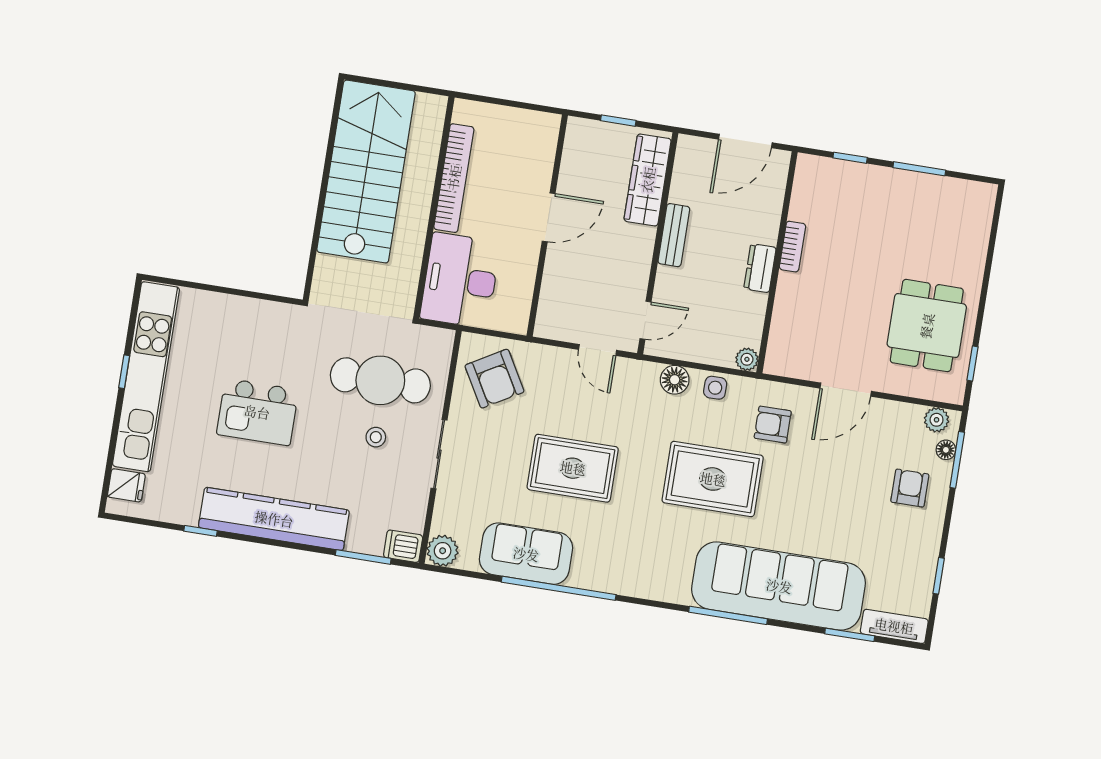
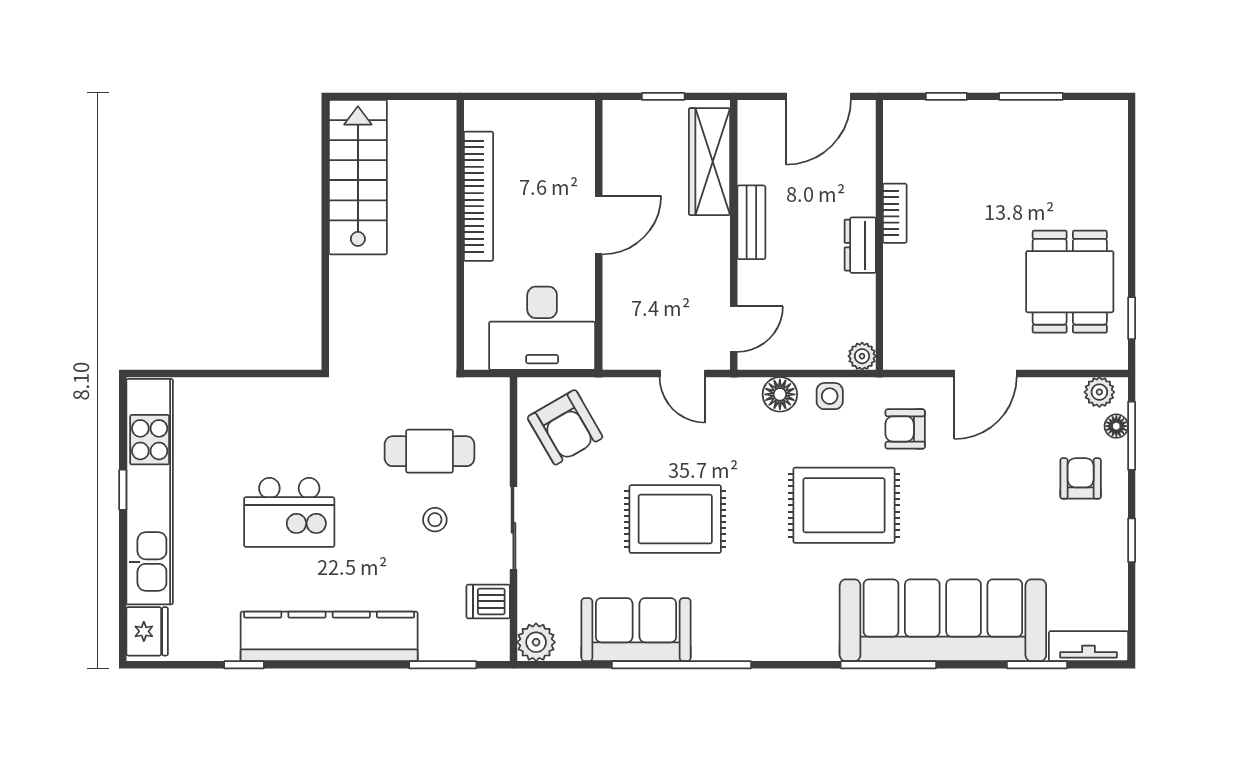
stairs: (366, 172) -> (358, 177), width x0.73, depth x0.66
desk: (460, 280) -> (542, 328), moved, turned -90
cafe table: (380, 380) -> (429, 451), width x0.73, depth x0.74
fridge: (126, 485) -> (147, 631), width x1.38
dishwasher: (403, 546) -> (488, 601), moved
window: (939, 576) -> (1132, 540), moved

